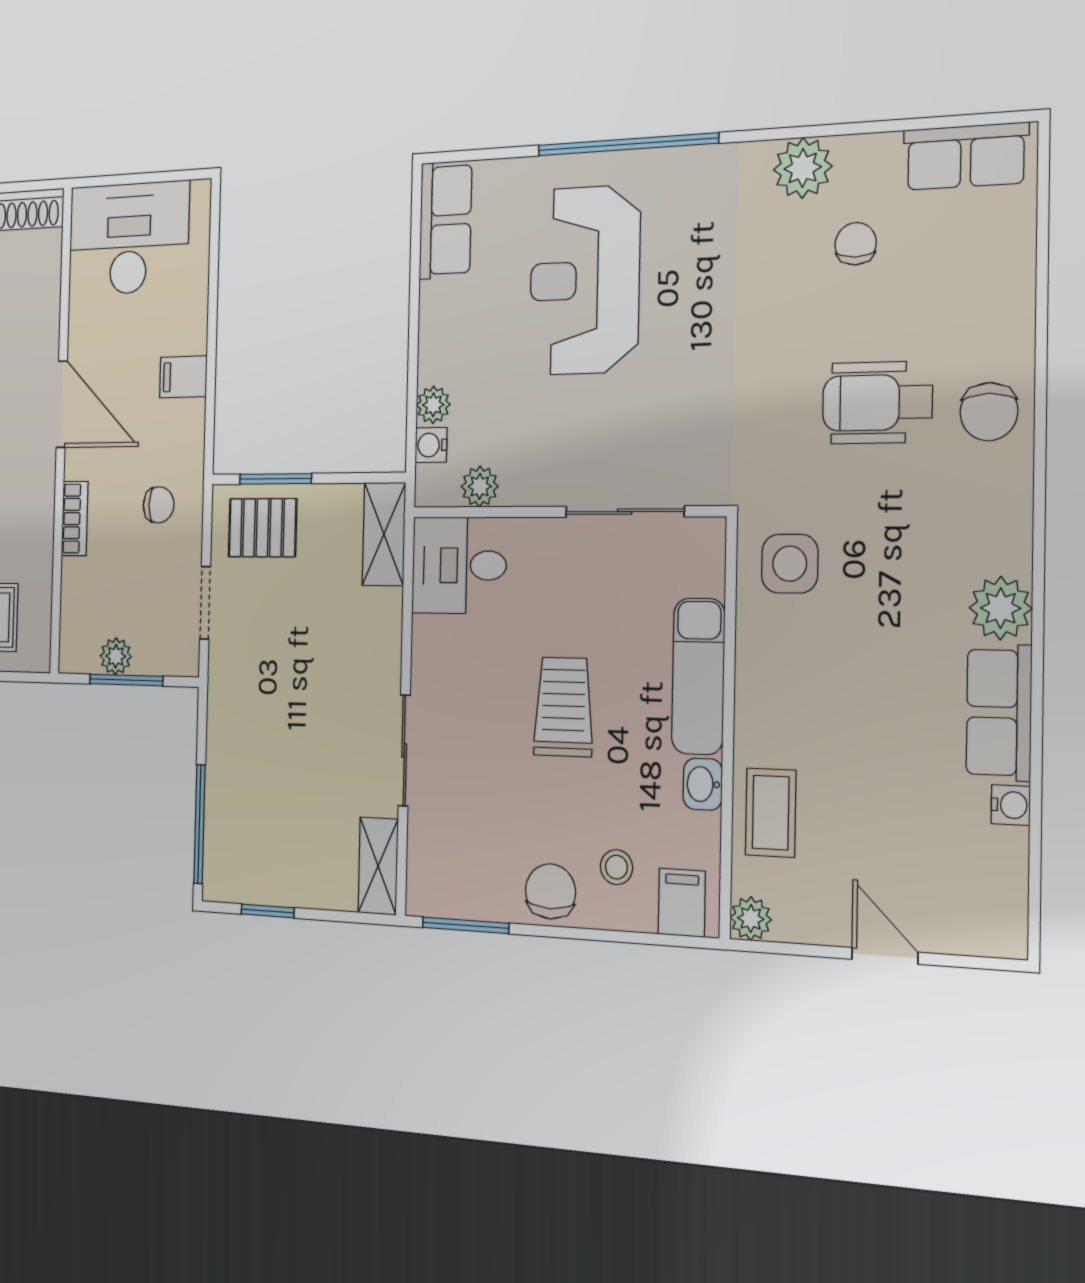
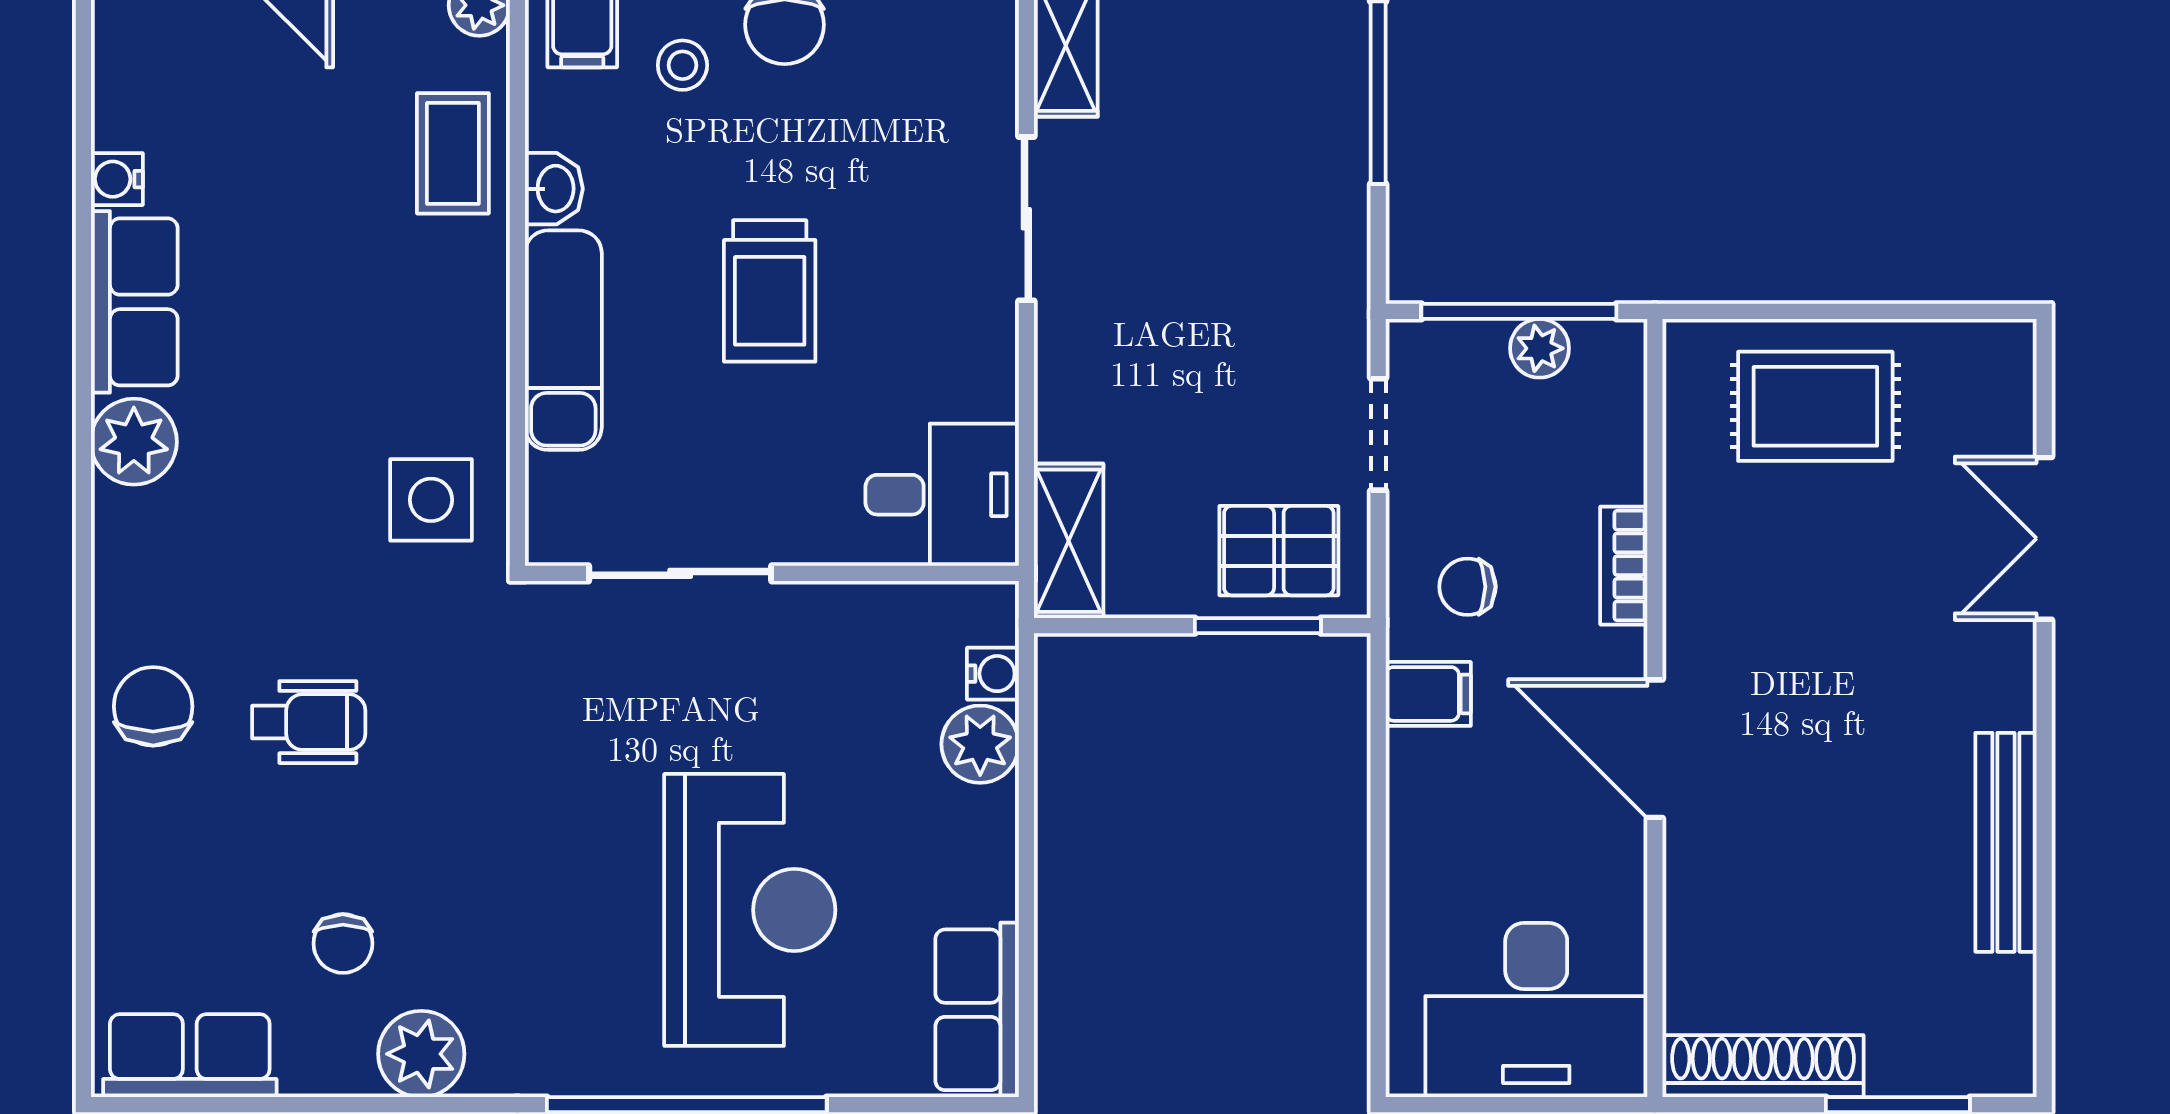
filing cabinet: (183, 377) -> (1428, 694), moved
wheelchair: (877, 403) -> (309, 722), width x0.73, depth x0.73
plant: (433, 405) -> (980, 744), width x1.38, depth x1.38
plant: (480, 486) -> (911, 611), removed
window: (126, 680) -> (1519, 311), width x1.44

